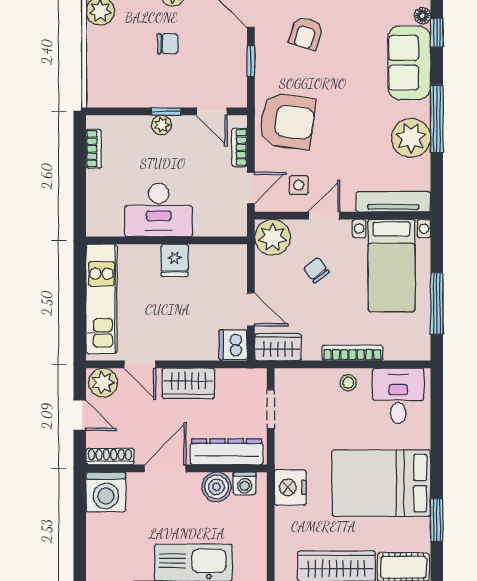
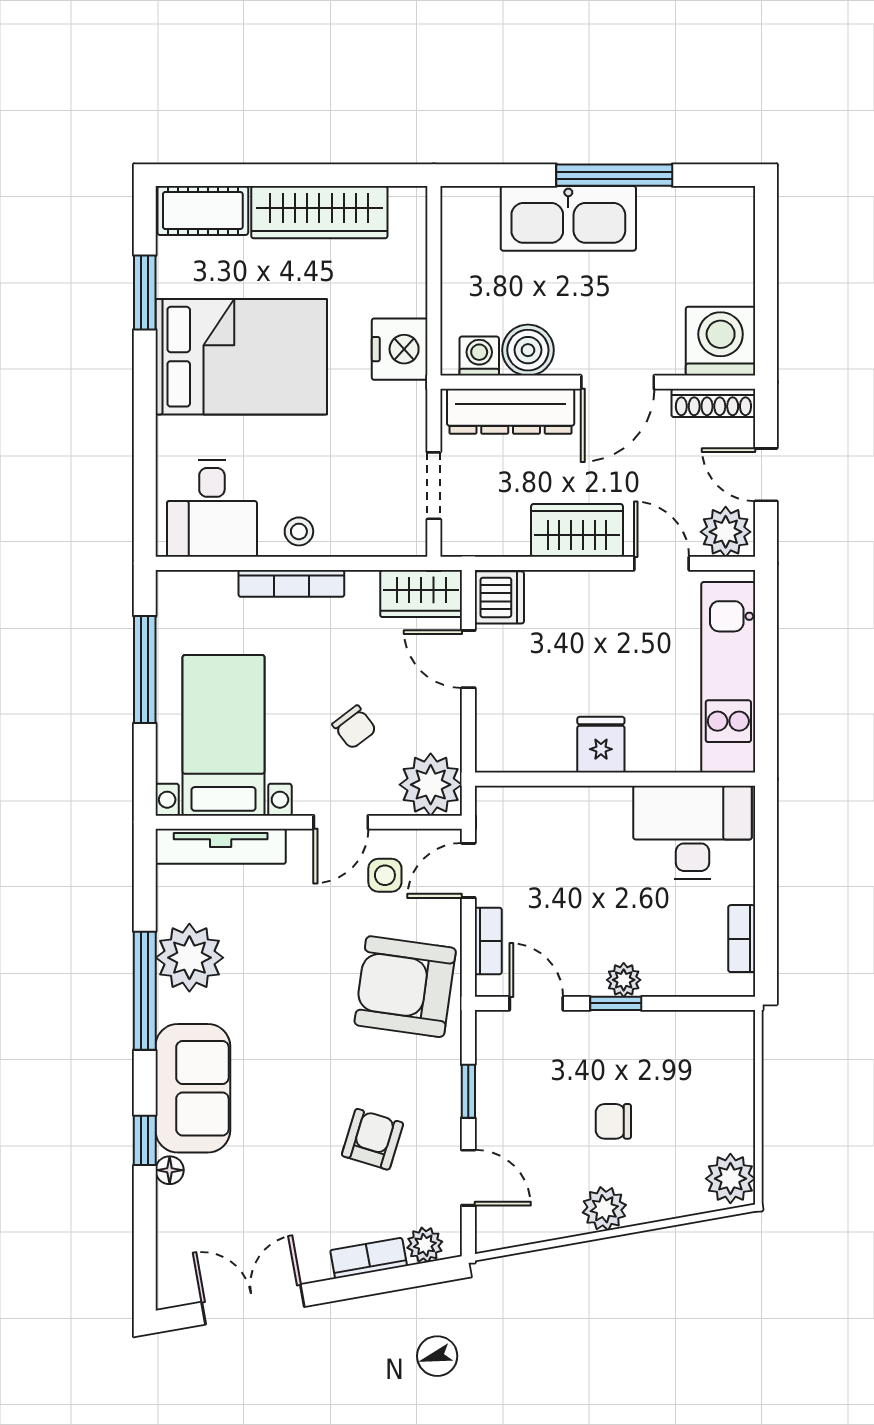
desk: (159, 210) -> (692, 832), moved

